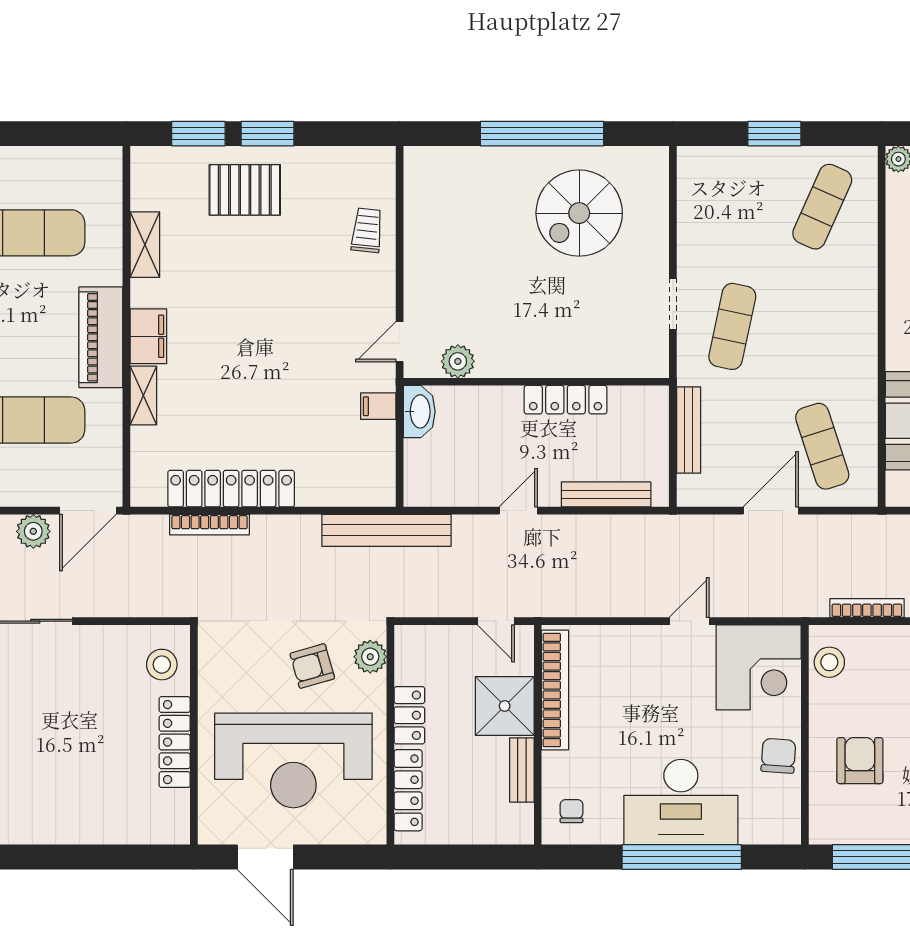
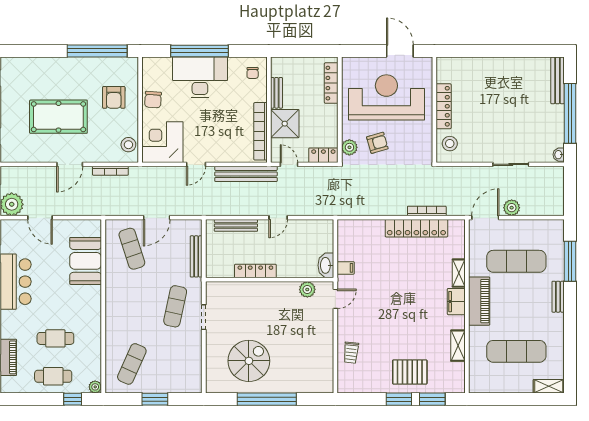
bench: (386, 530) -> (246, 174), moved
locker: (409, 715) -> (323, 155), moved, turned 90

